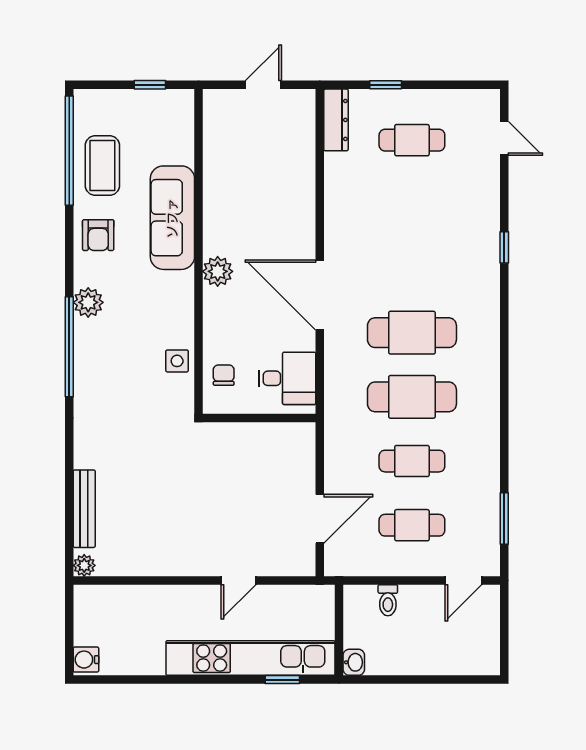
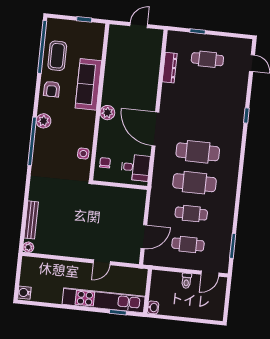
dresser: (336, 120) -> (170, 68), moved
toilet: (388, 600) -> (186, 281), moved

